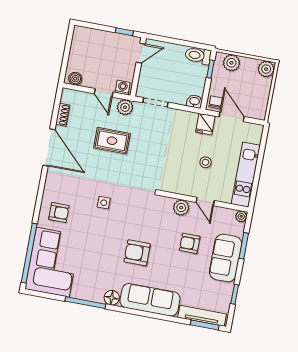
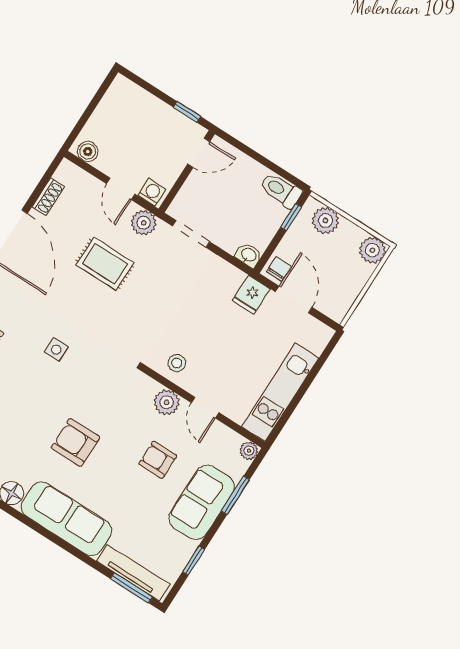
stool: (206, 162) -> (177, 363), moved

